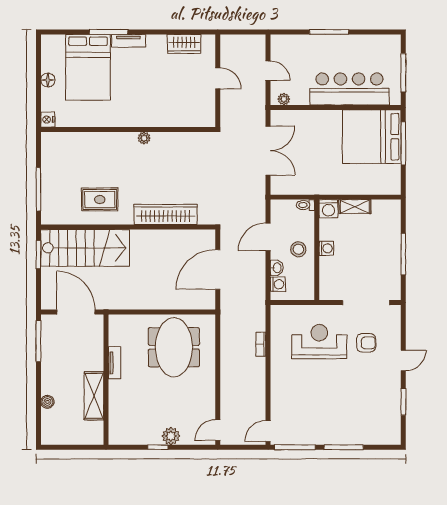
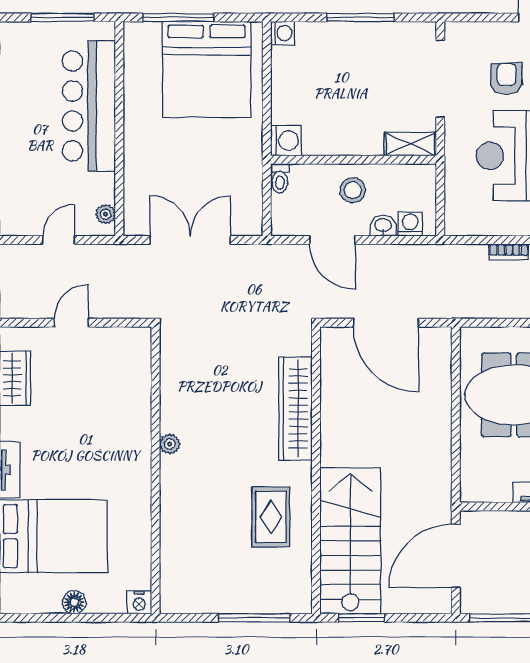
bed: (372, 137) -> (207, 69), moved
shelving: (355, 207) -> (410, 144), moved, turned 90
washing machine: (326, 248) -> (283, 33), moved, turned 90

